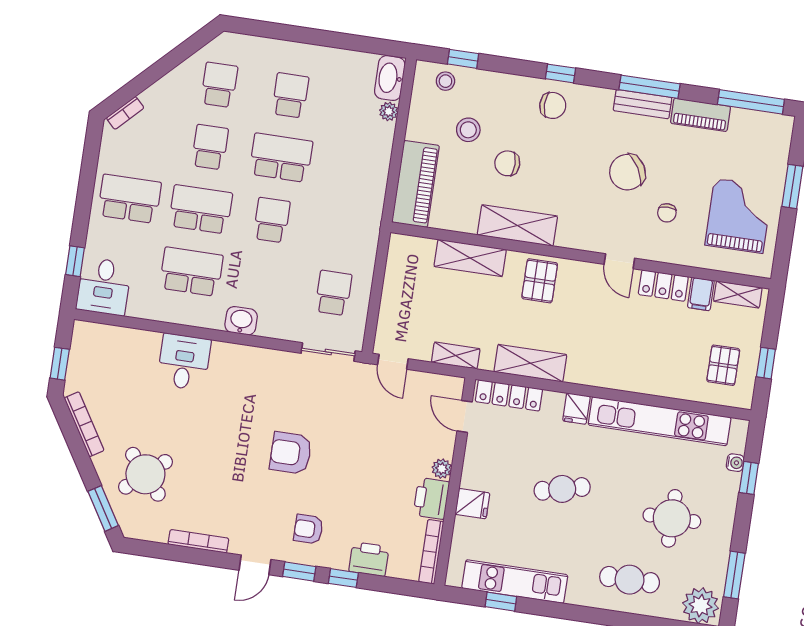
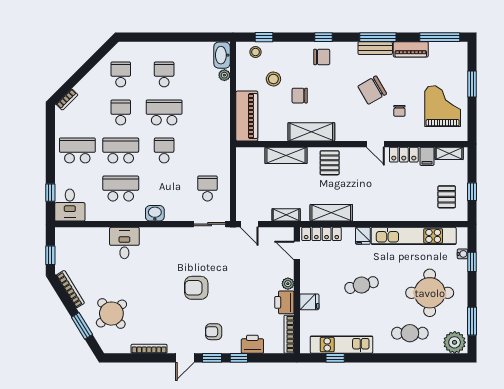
window: (103, 508) -> (82, 326), moved
round table: (672, 518) -> (430, 293), width x1.36, depth x1.36

